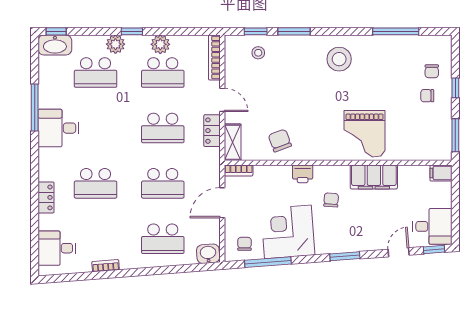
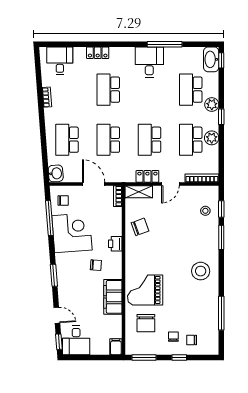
chair: (409, 133) -> (146, 323), added

